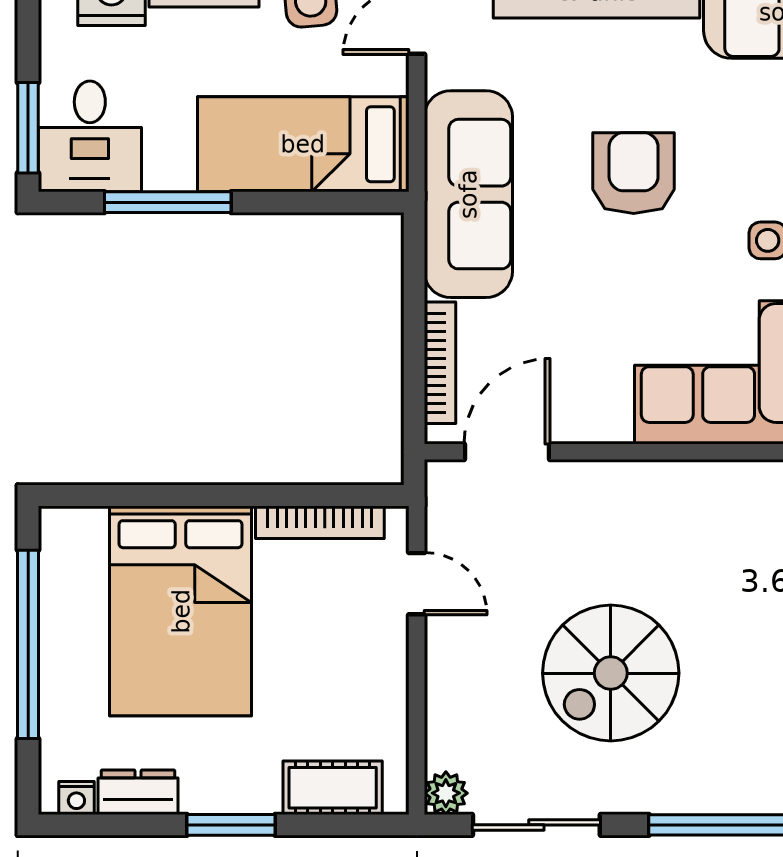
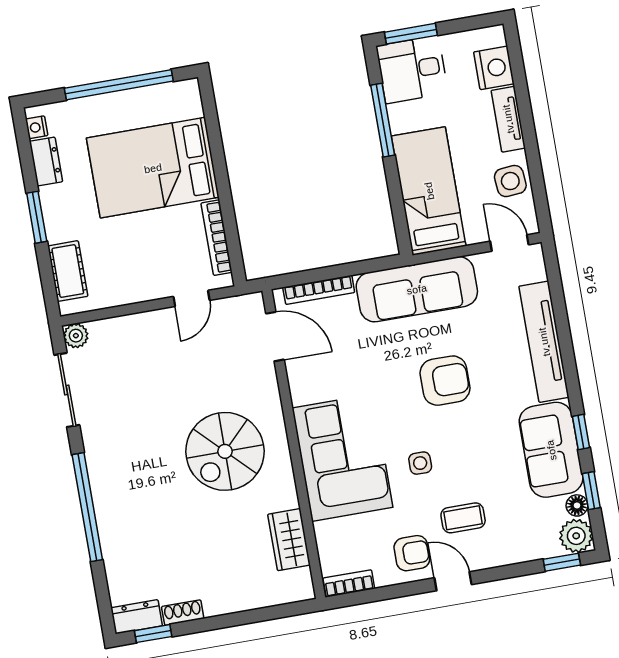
spiral stairs: (611, 673) -> (225, 451), moved, turned -90

